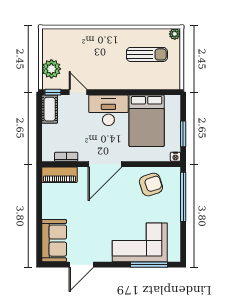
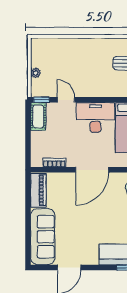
plant: (51, 69) -> (36, 73), width x0.53, depth x0.53
piano: (59, 175) -> (38, 190), moved, turned -90
sofa: (54, 241) -> (43, 237), width x1.36

